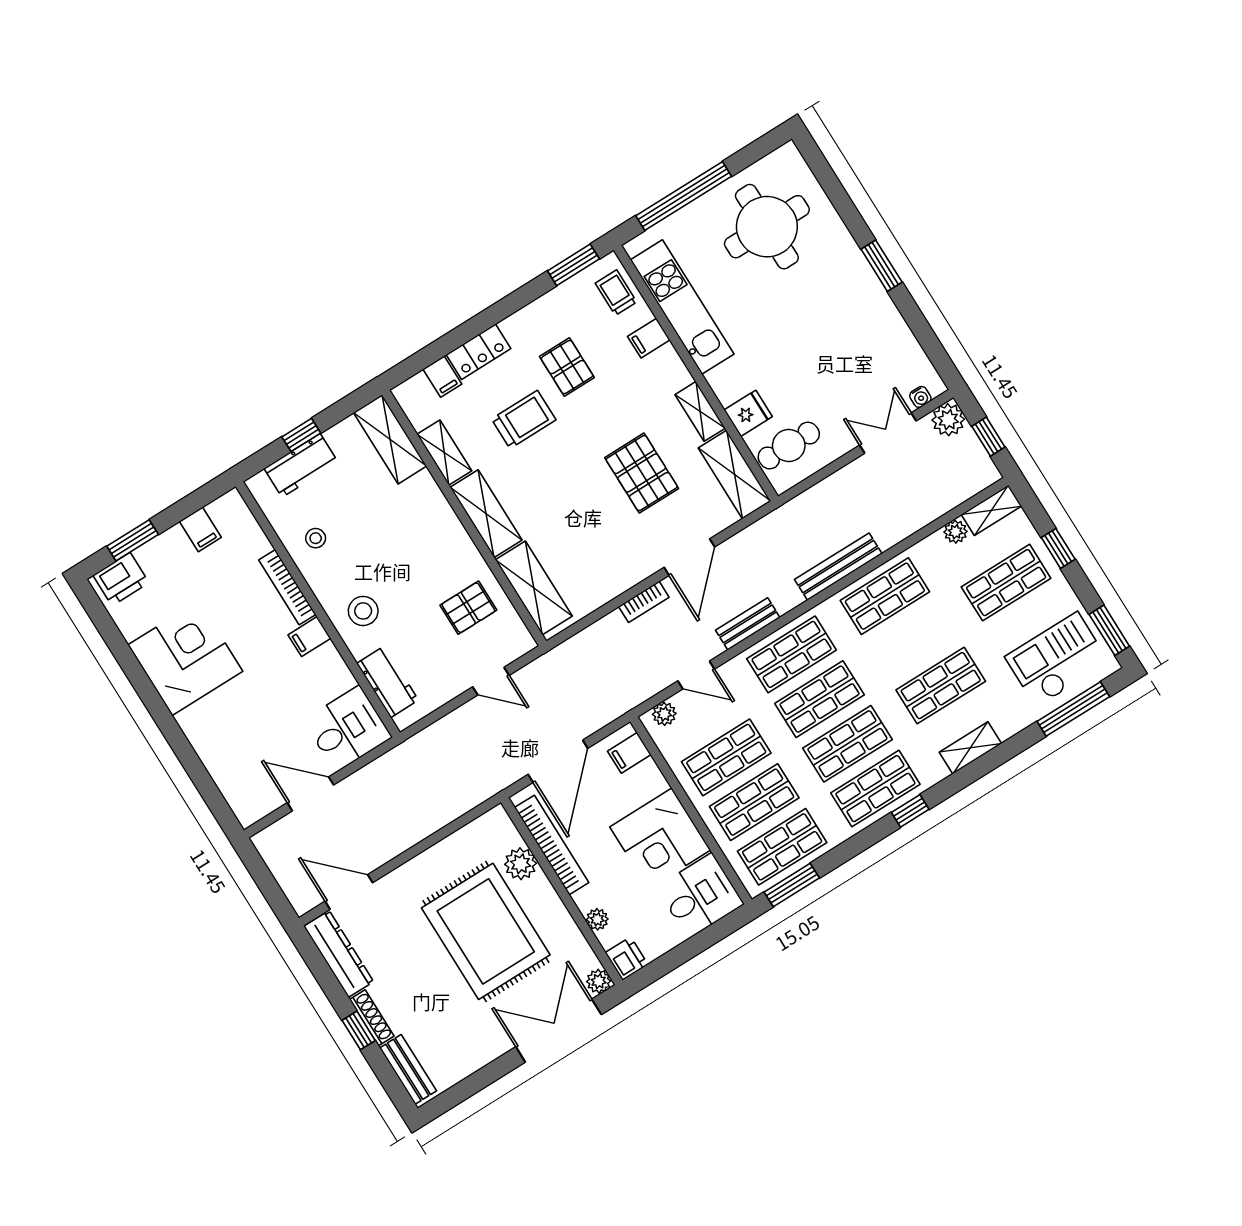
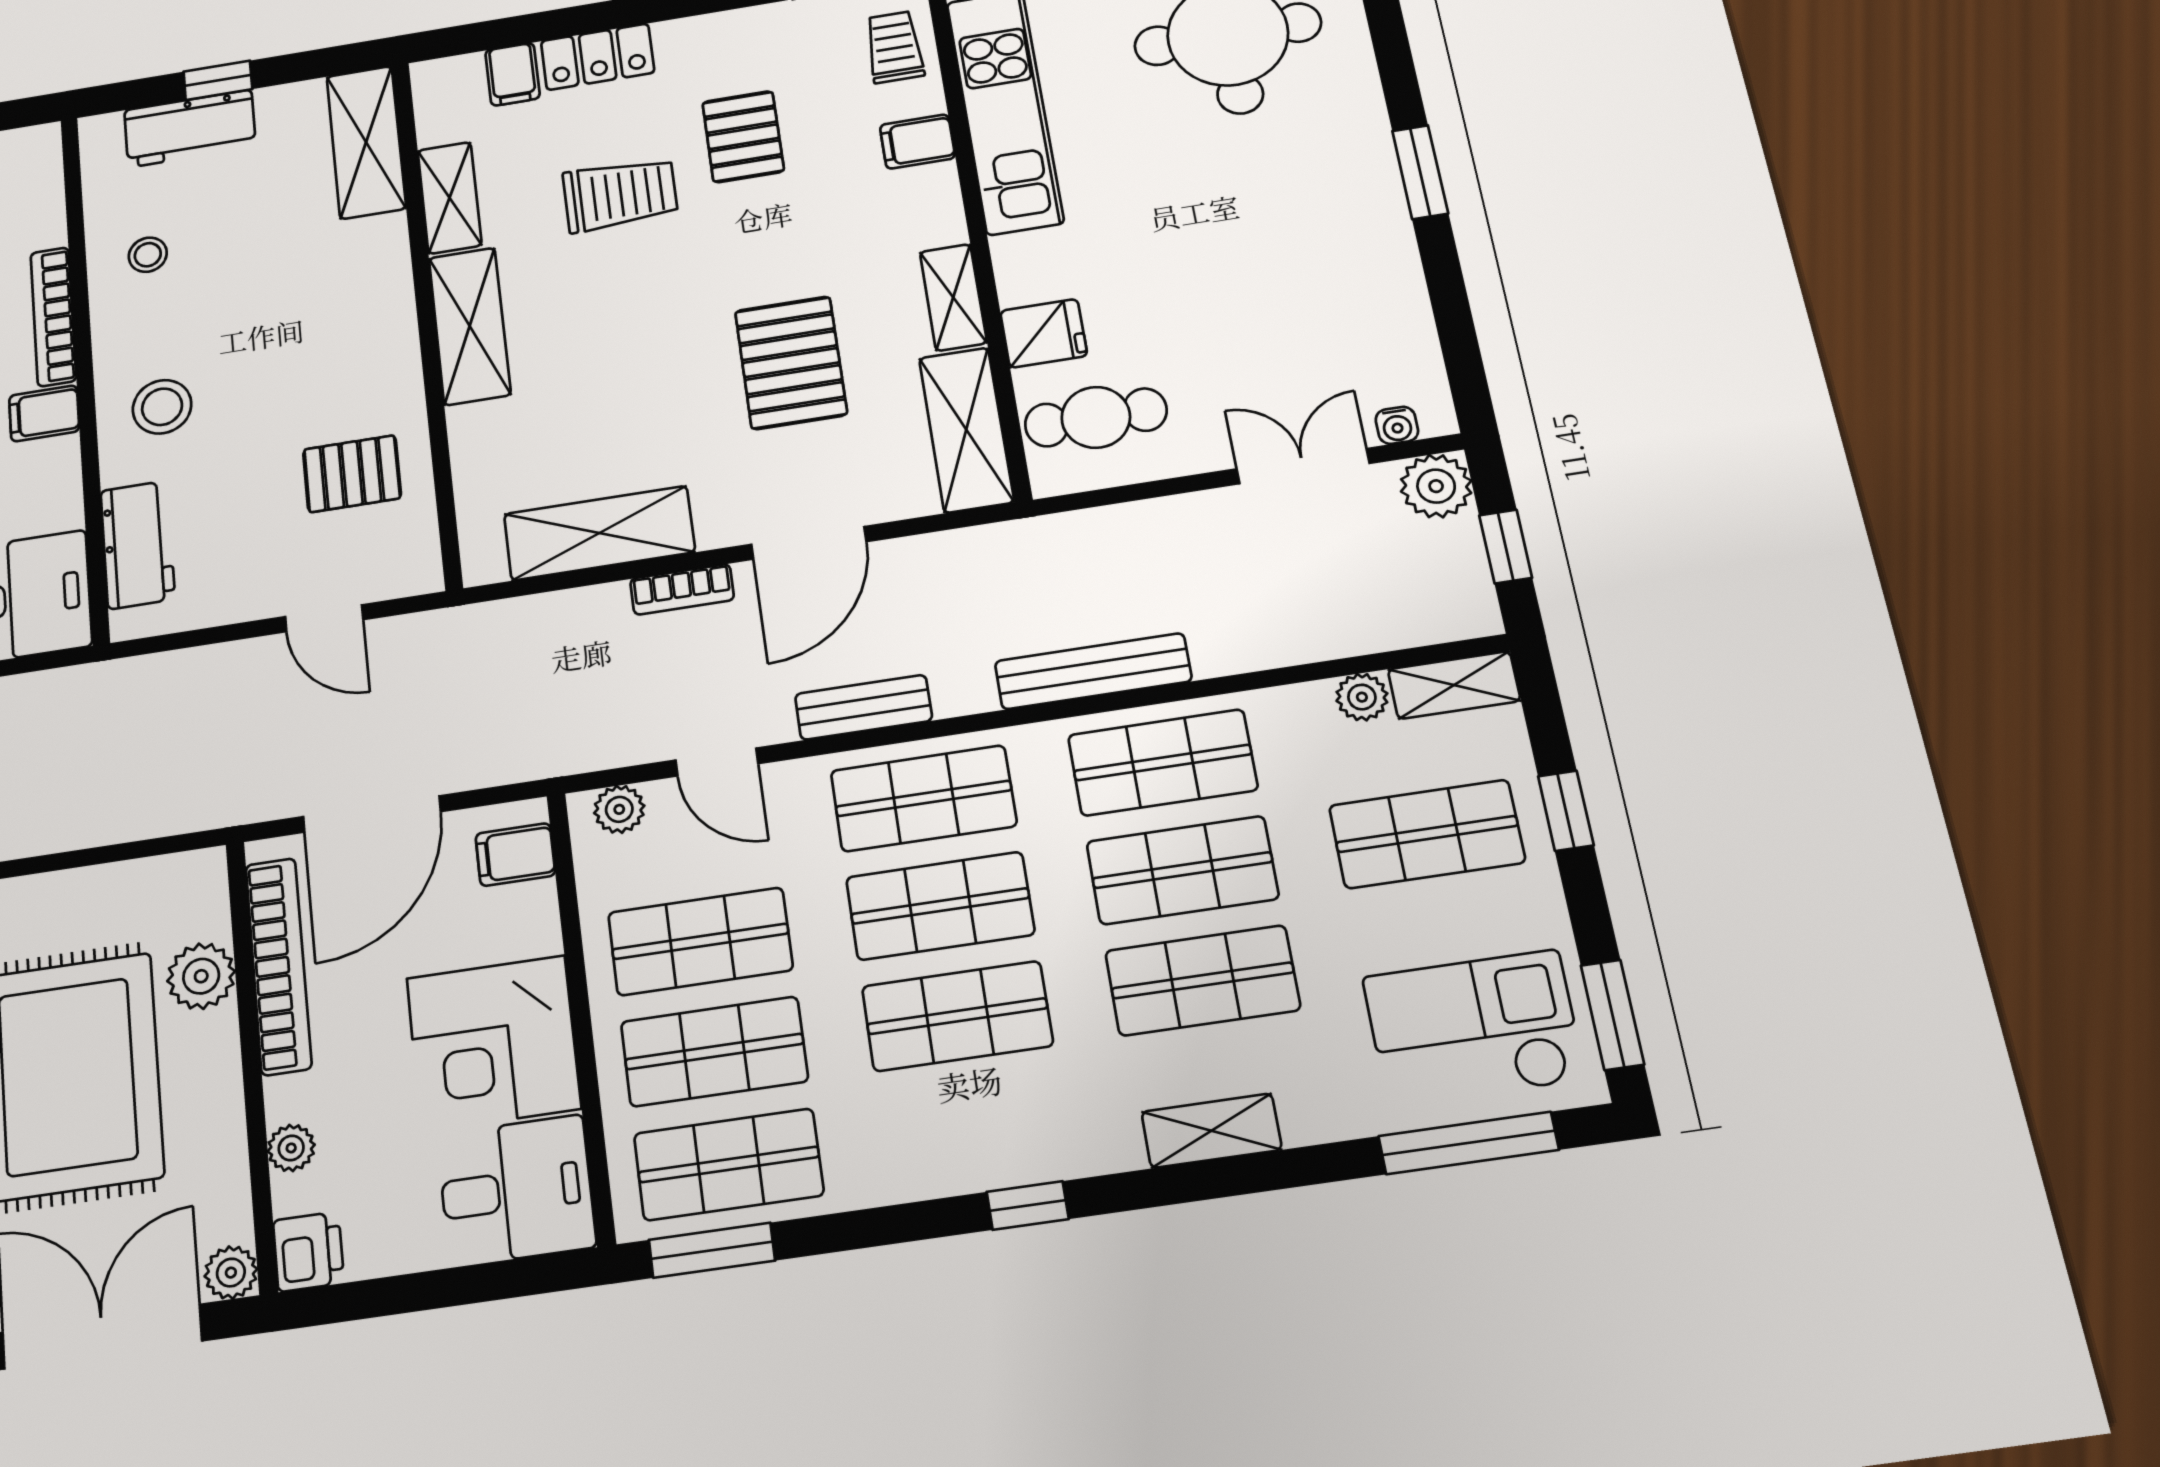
shelving: (534, 588) -> (599, 533), moved, turned 90
shop shelf: (875, 789) -> (1182, 870), moved

